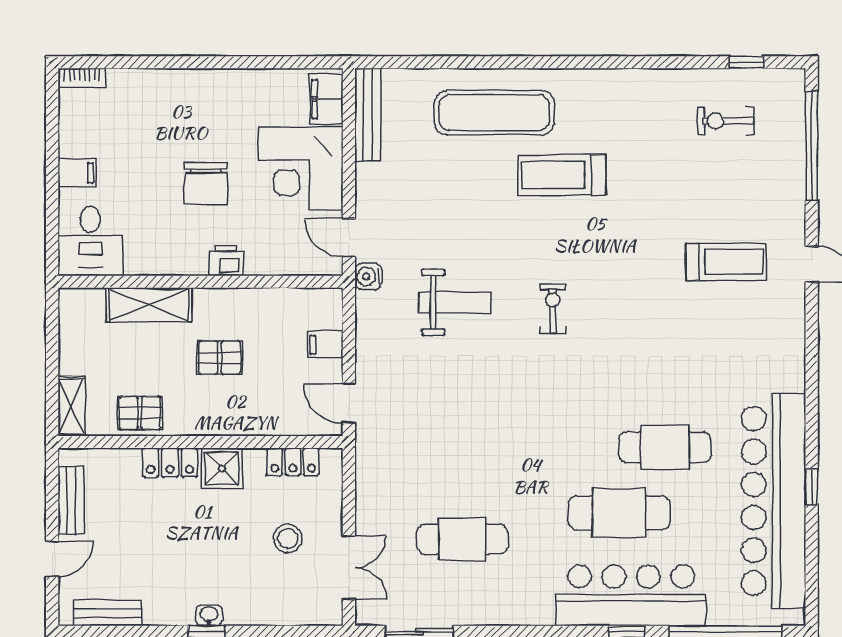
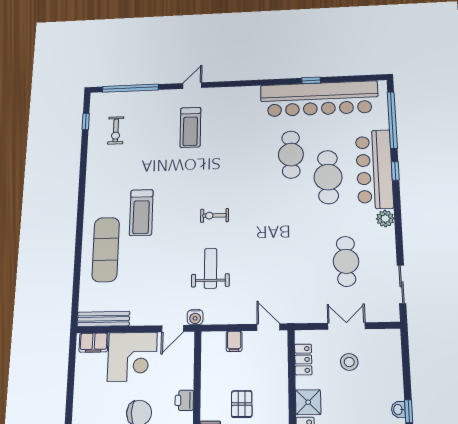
treadmill: (726, 262) -> (190, 127), turned 180
door: (349, 404) -> (268, 327), swing flipped
double door: (349, 568) -> (346, 326), moved
plant: (538, 610) -> (385, 219), added

